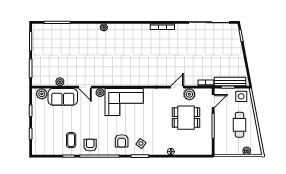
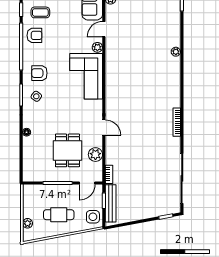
door: (177, 87) -> (104, 128), moved
door: (213, 101) -> (87, 183), hinge flipped

